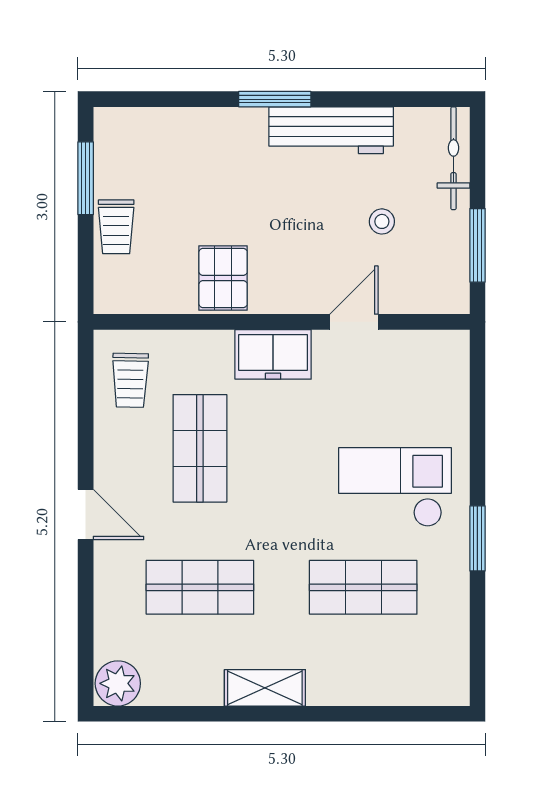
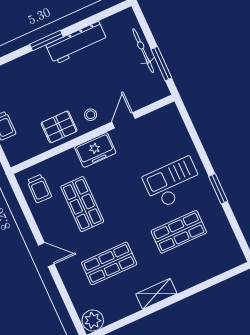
bicycle: (453, 158) -> (143, 51), moved
stool: (382, 221) -> (91, 115), moved
pallet: (223, 278) -> (59, 127), turned 90

